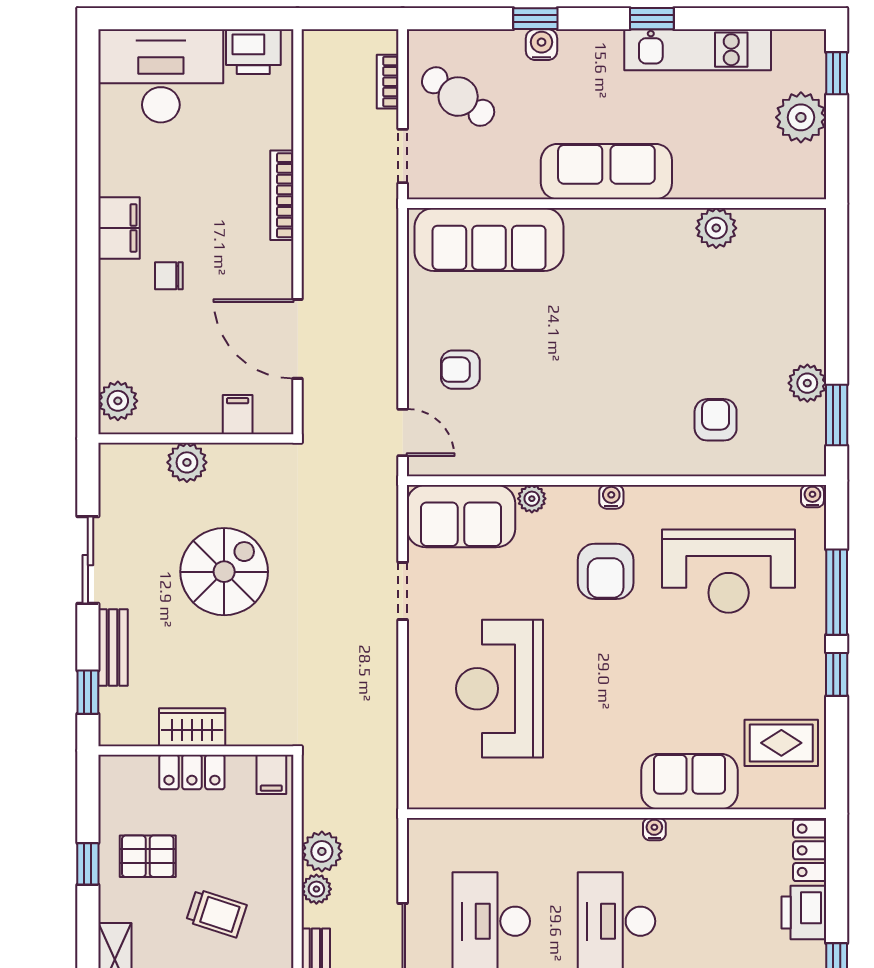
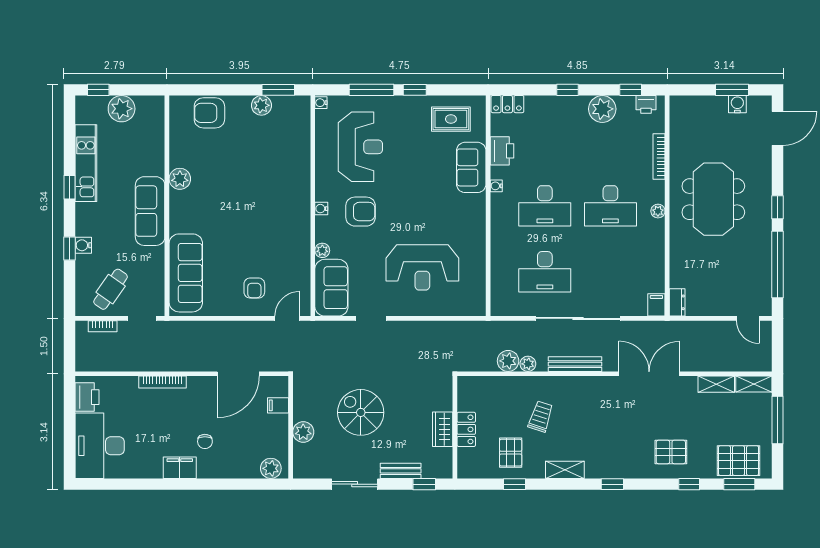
plant: (716, 228) -> (180, 179), moved
armchair: (716, 420) -> (209, 113), moved, width x1.38, depth x1.38
rug: (781, 743) -> (451, 119), turned 90
filing cabinet: (271, 774) -> (467, 388), removed
printer: (804, 913) -> (502, 151), moved, turned -90

